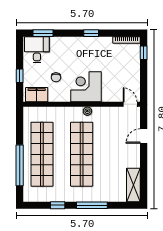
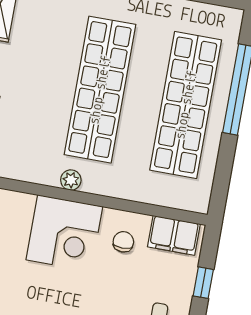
chair: (56, 77) -> (123, 242), moved

